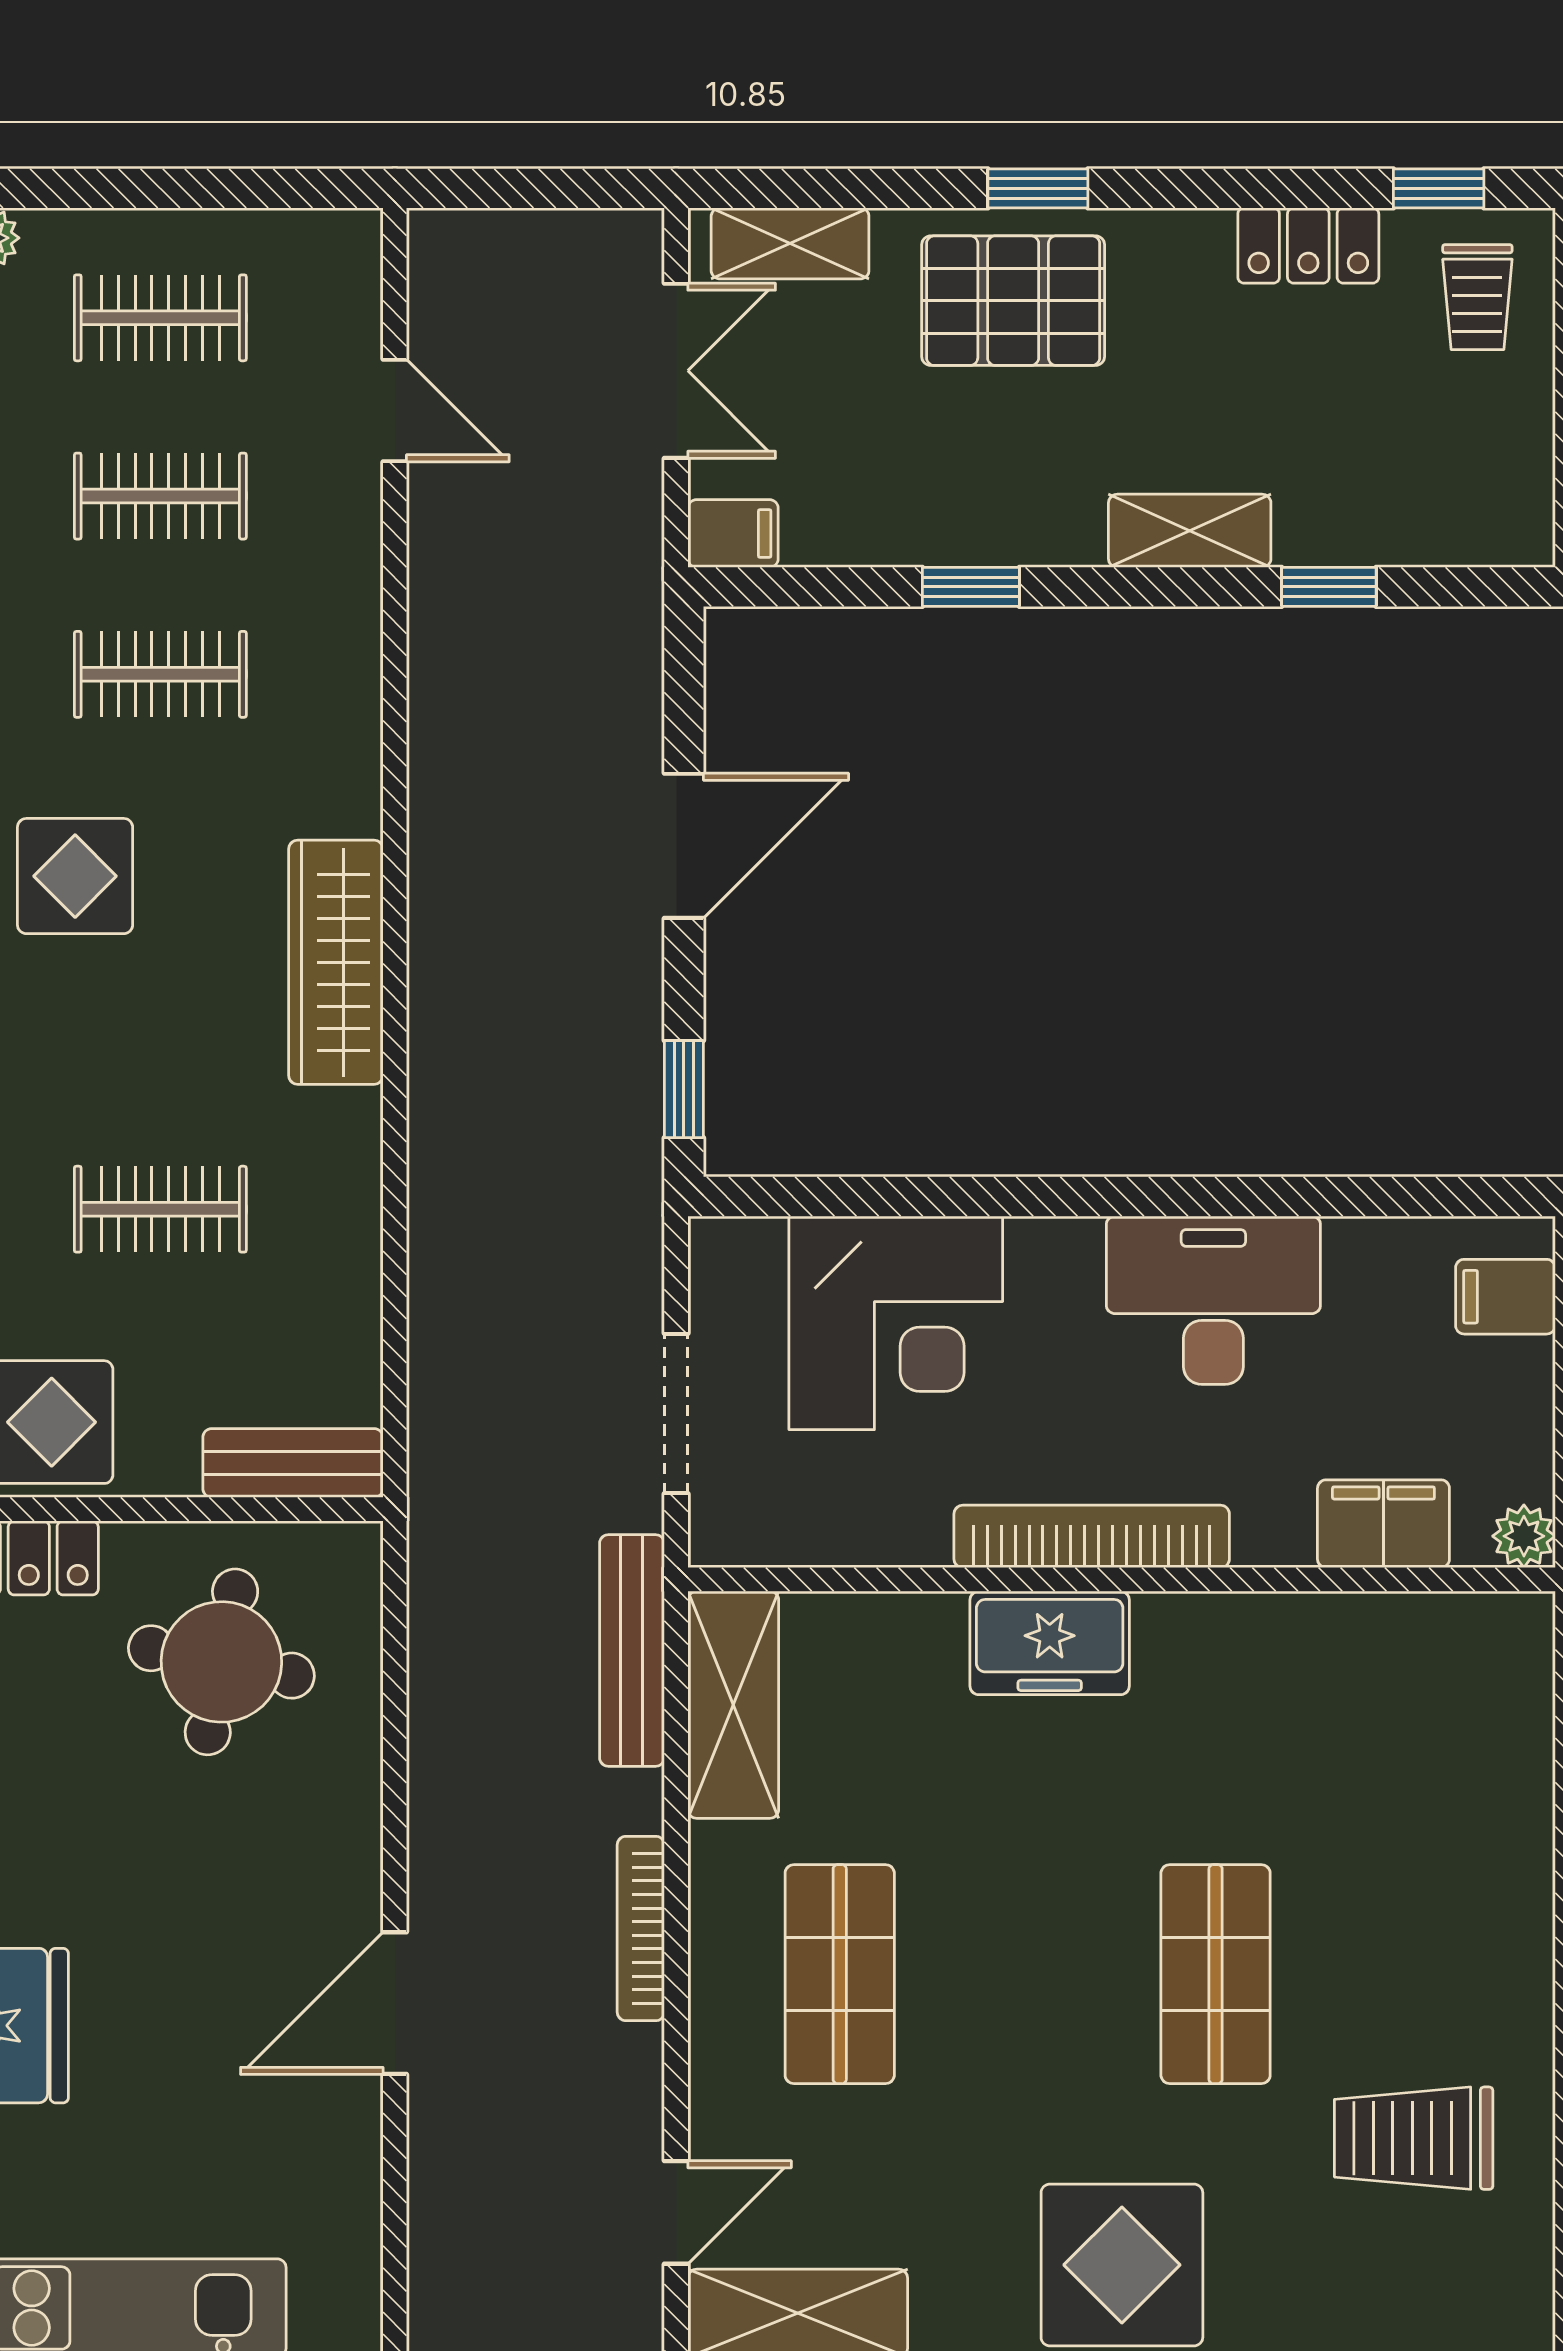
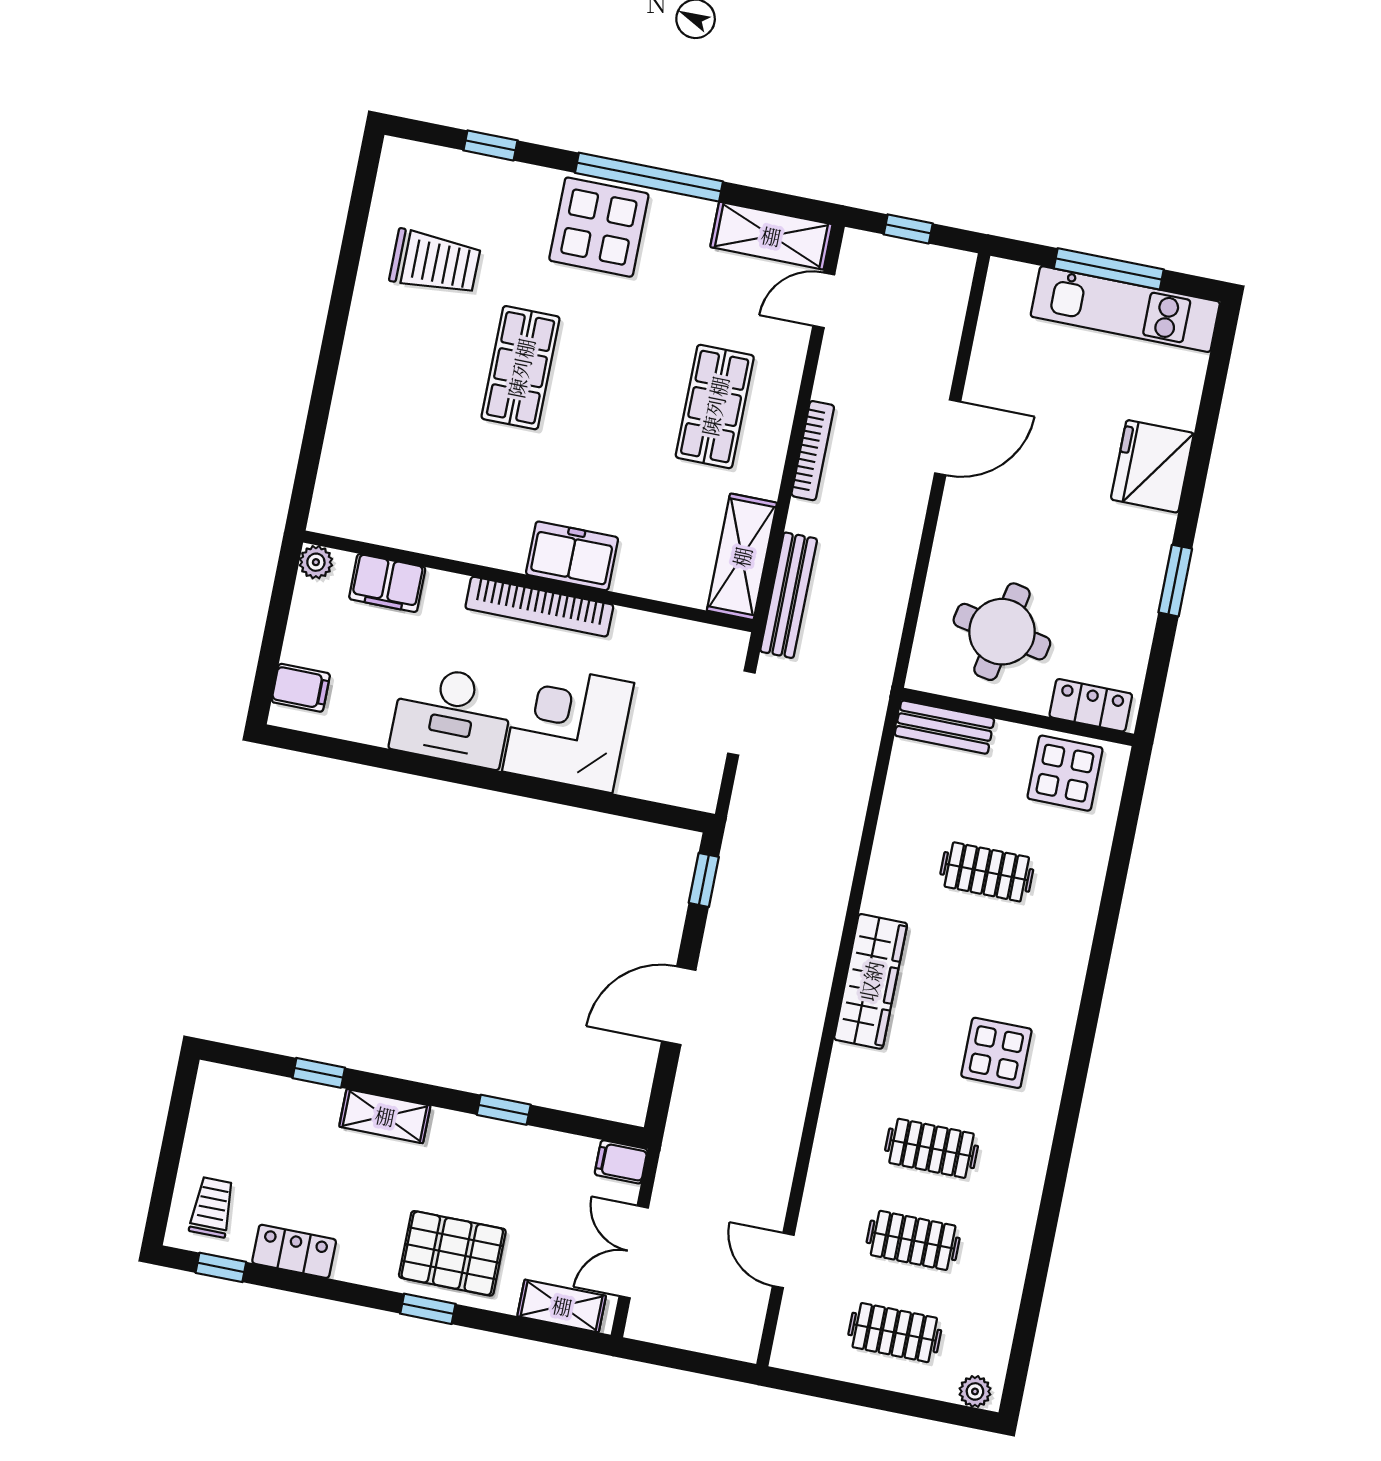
corner desk: (896, 1323) -> (568, 727), moved

